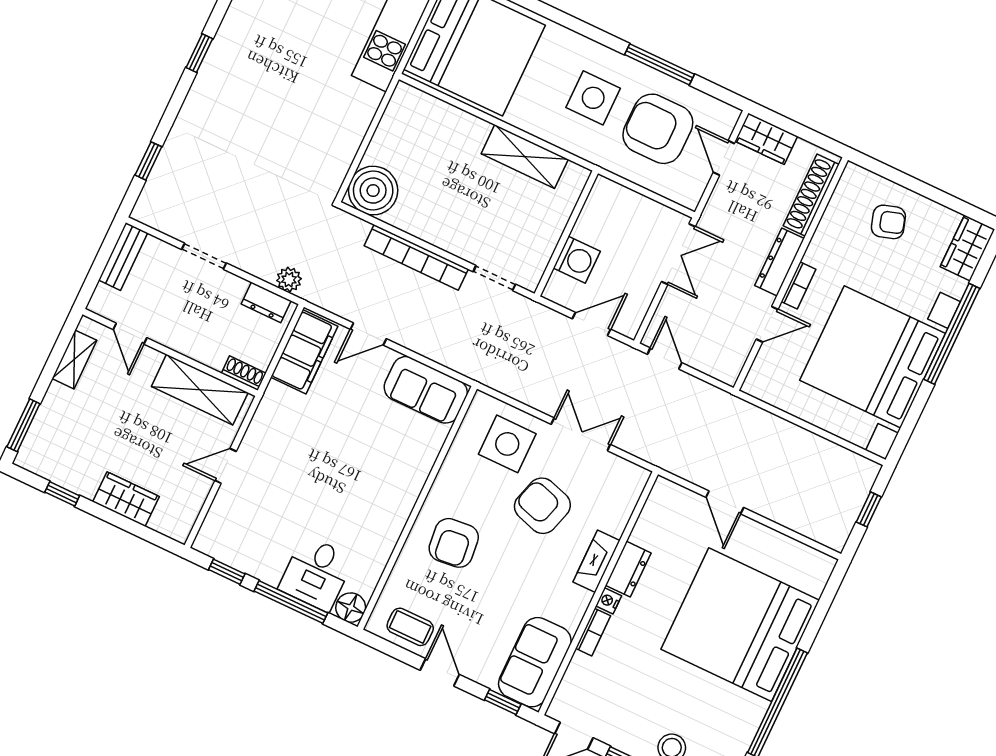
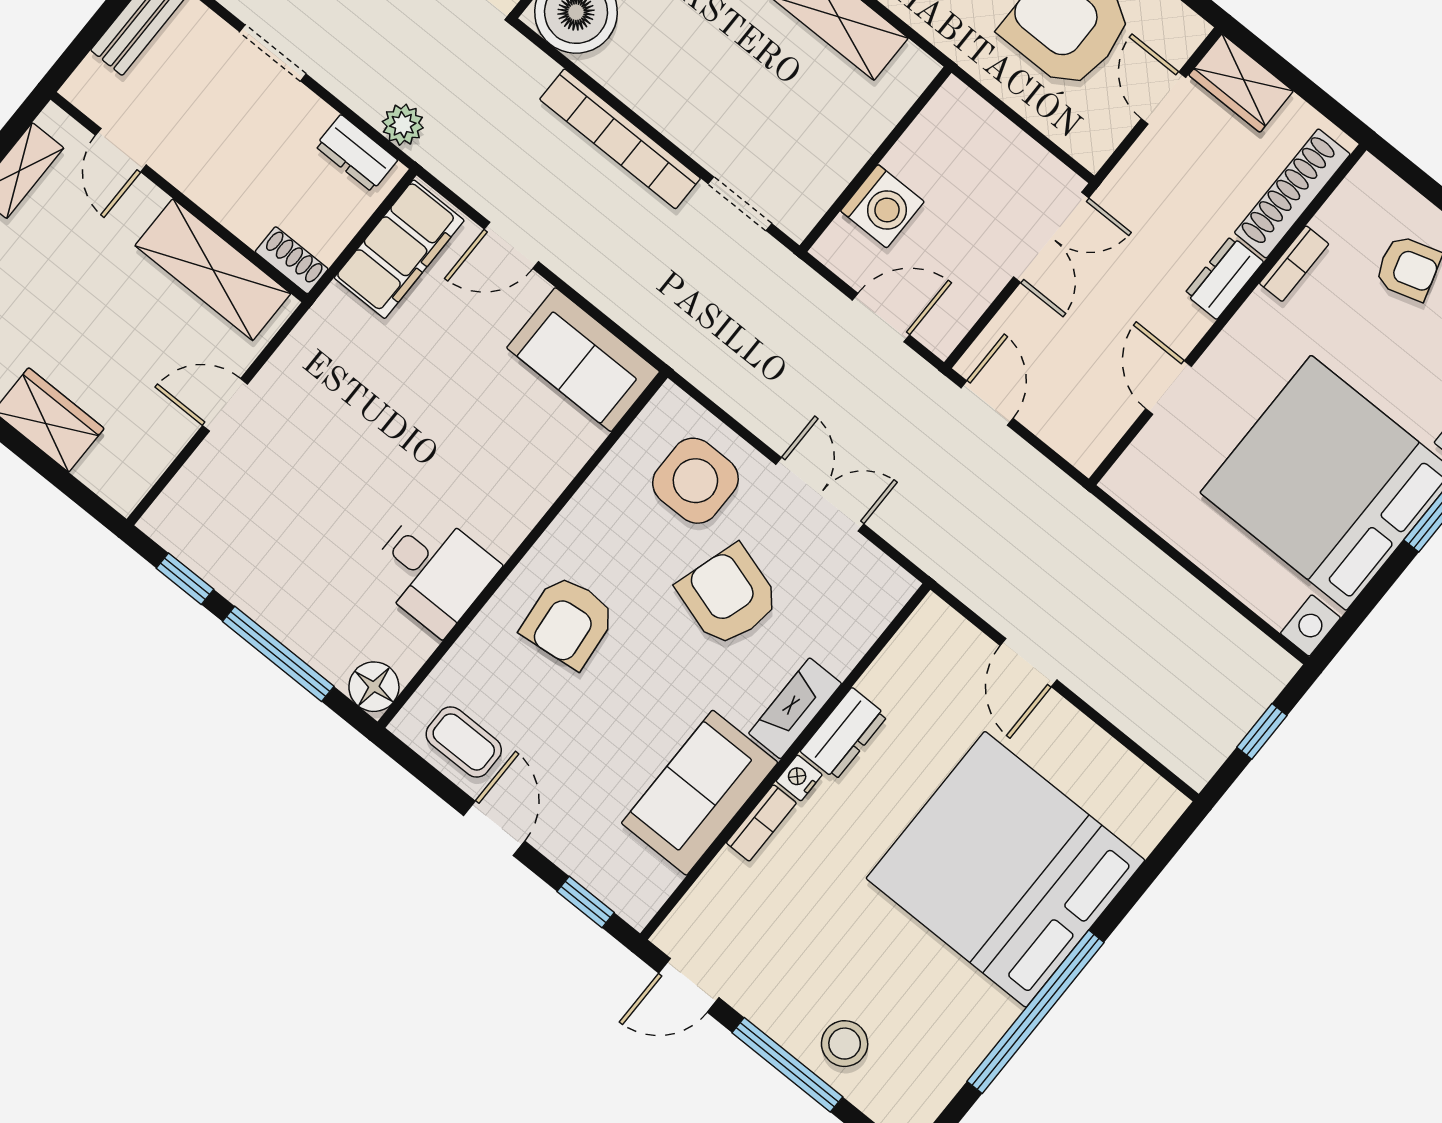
dresser: (779, 262) -> (1224, 278), width x0.70
bookcase: (798, 285) -> (1294, 264), moved
door: (767, 324) -> (1169, 388), swing flipped
desk: (316, 573) -> (433, 570), moved, turned -90
sofa: (535, 662) -> (700, 793), moved

